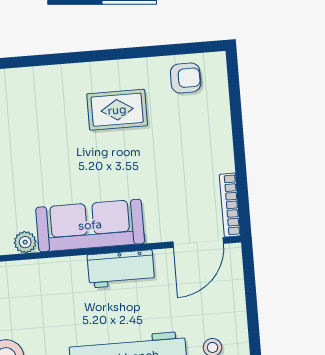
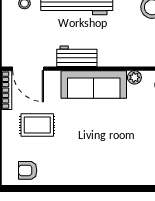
rug: (117, 110) -> (37, 125), moved
door: (198, 243) -> (28, 69), swing flipped

